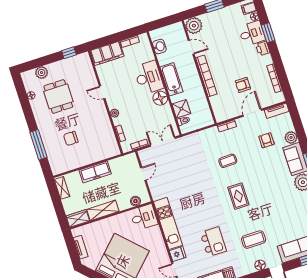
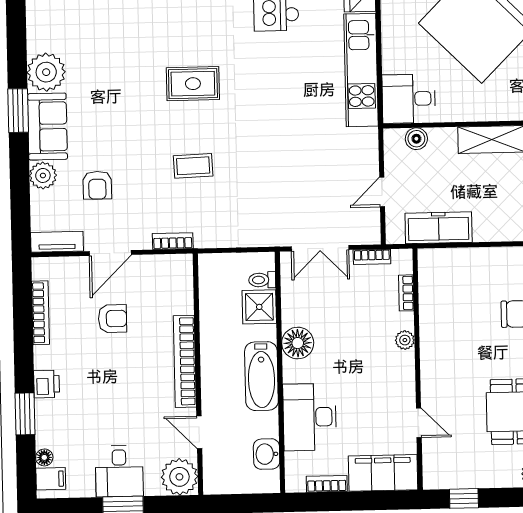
desk: (252, 33) -> (119, 471), moved, turned -90
desk: (149, 77) -> (310, 417), moved
door: (102, 92) -> (419, 423), moved
freezer: (95, 172) -> (439, 228), moved
rug: (238, 196) -> (193, 84), turned 90

